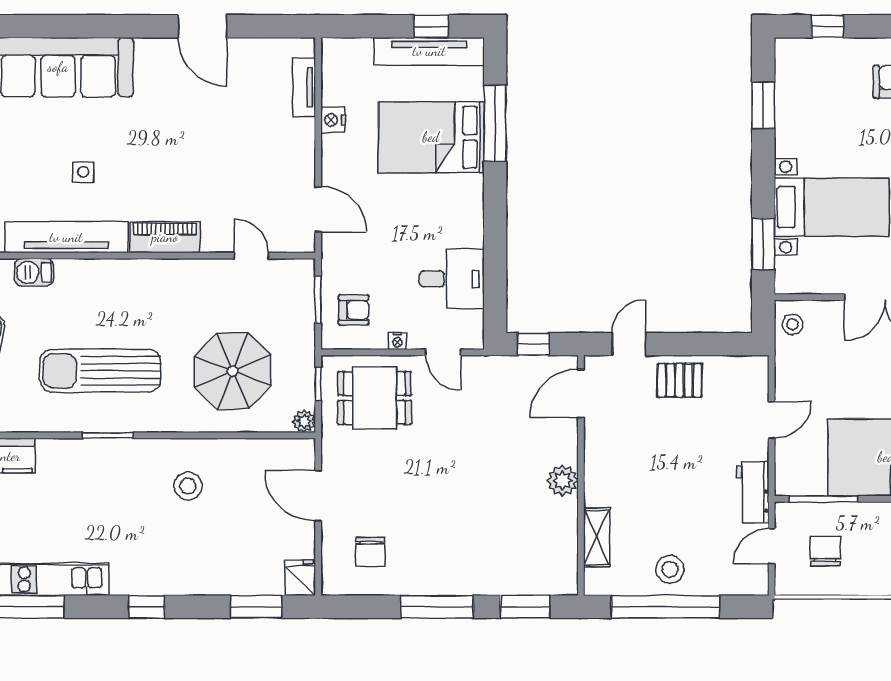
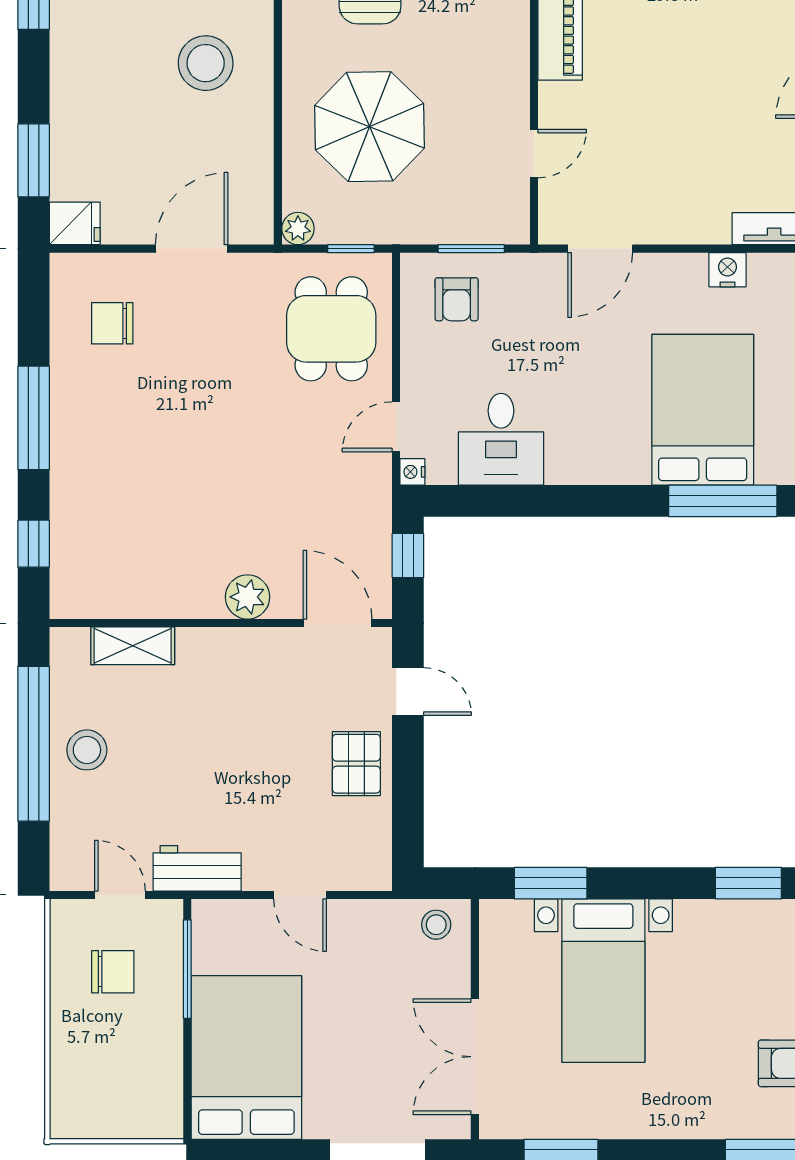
nightstand: (397, 341) -> (412, 472), moved
plant: (563, 480) -> (248, 597), moved
stool: (188, 486) -> (206, 63), width x1.38, depth x1.38
window: (525, 607) -> (34, 544), width x0.67

